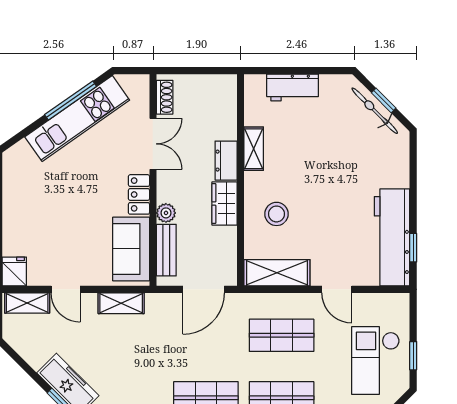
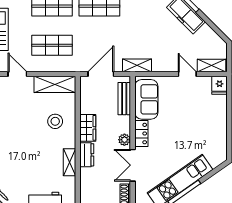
plant: (166, 213) -> (124, 140), moved
shelving: (121, 303) -> (137, 65), moved

